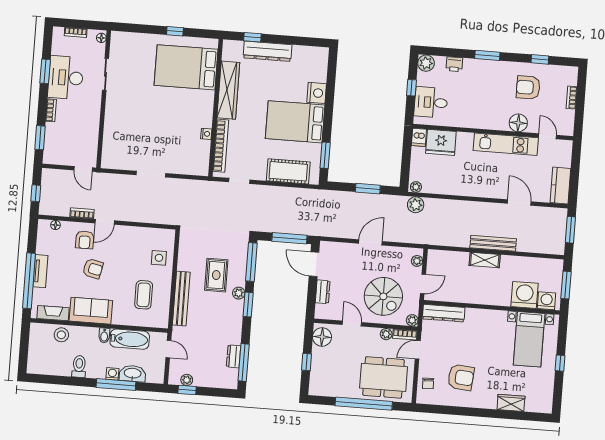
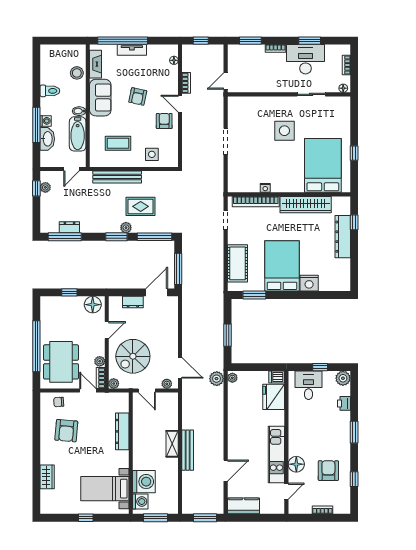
side table: (144, 107) -> (284, 131), added
armchair: (85, 240) -> (164, 121), moved, turned 90
door: (370, 242) -> (180, 368), moved
dresser: (444, 313) -> (122, 431), moved

